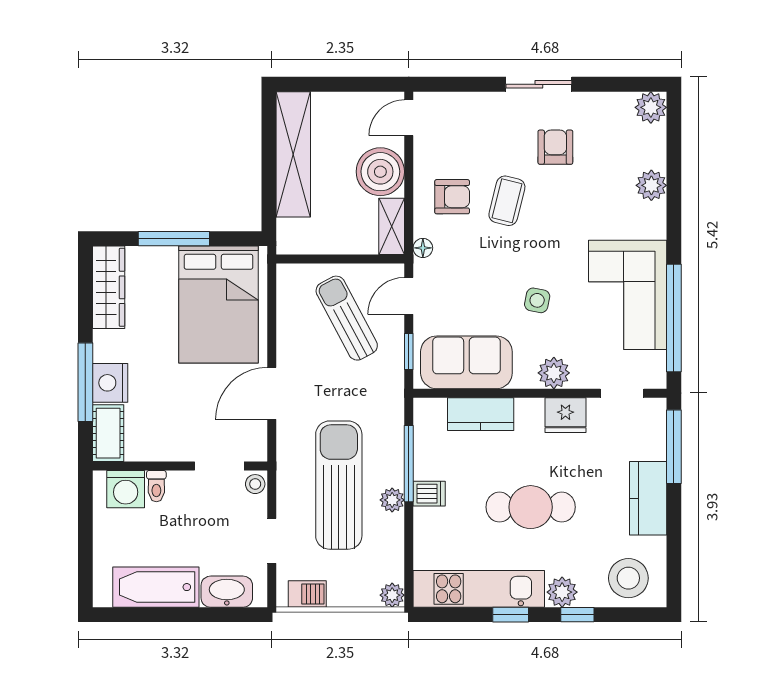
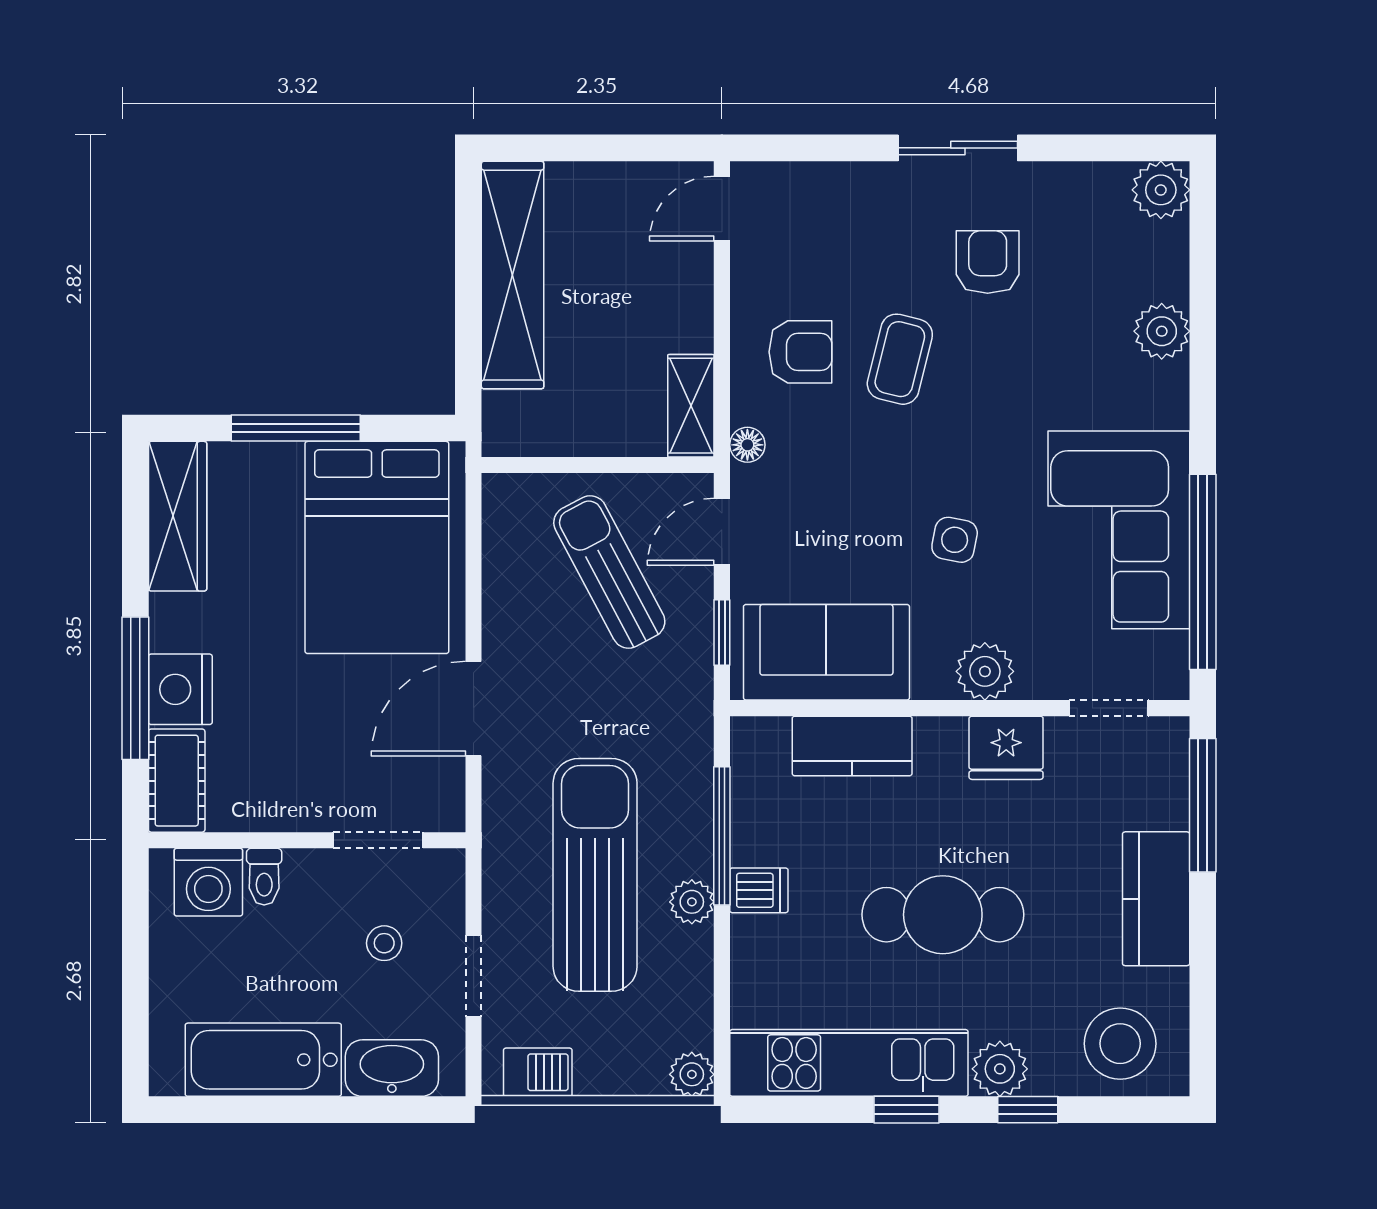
boiler: (380, 172) -> (670, 307), removed
stool: (255, 484) -> (384, 943), moved

